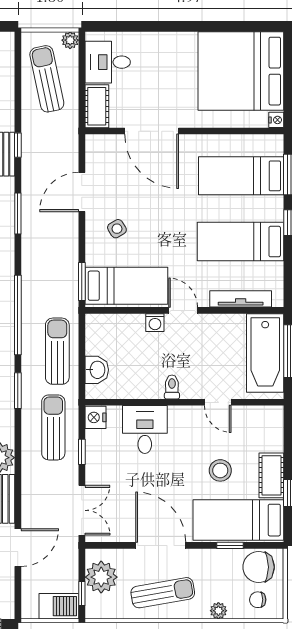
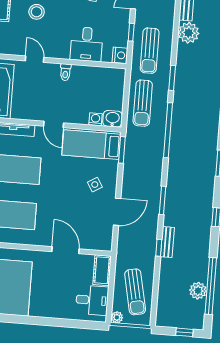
door: (152, 131) -> (66, 250), width x0.73
washing machine: (155, 323) -> (96, 119), moved
washbasin: (97, 370) -> (113, 119), moved, turned 90

